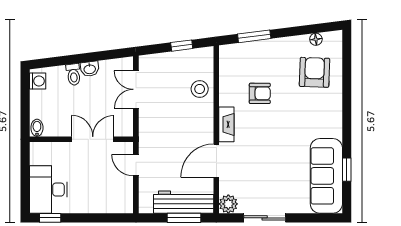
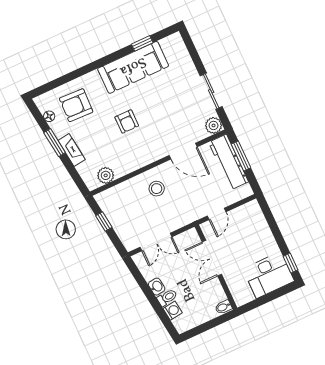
window: (254, 36) -> (55, 143), moved
plant: (228, 69) -> (106, 175), added
washing machine: (38, 81) -> (173, 311), moved, turned 83
stool: (200, 89) -> (157, 189), moved
armchair: (260, 93) -> (127, 122), moved, turned 180
fireplace: (226, 124) -> (72, 150), moved, turned 83
sofa: (326, 176) -> (133, 67), moved

